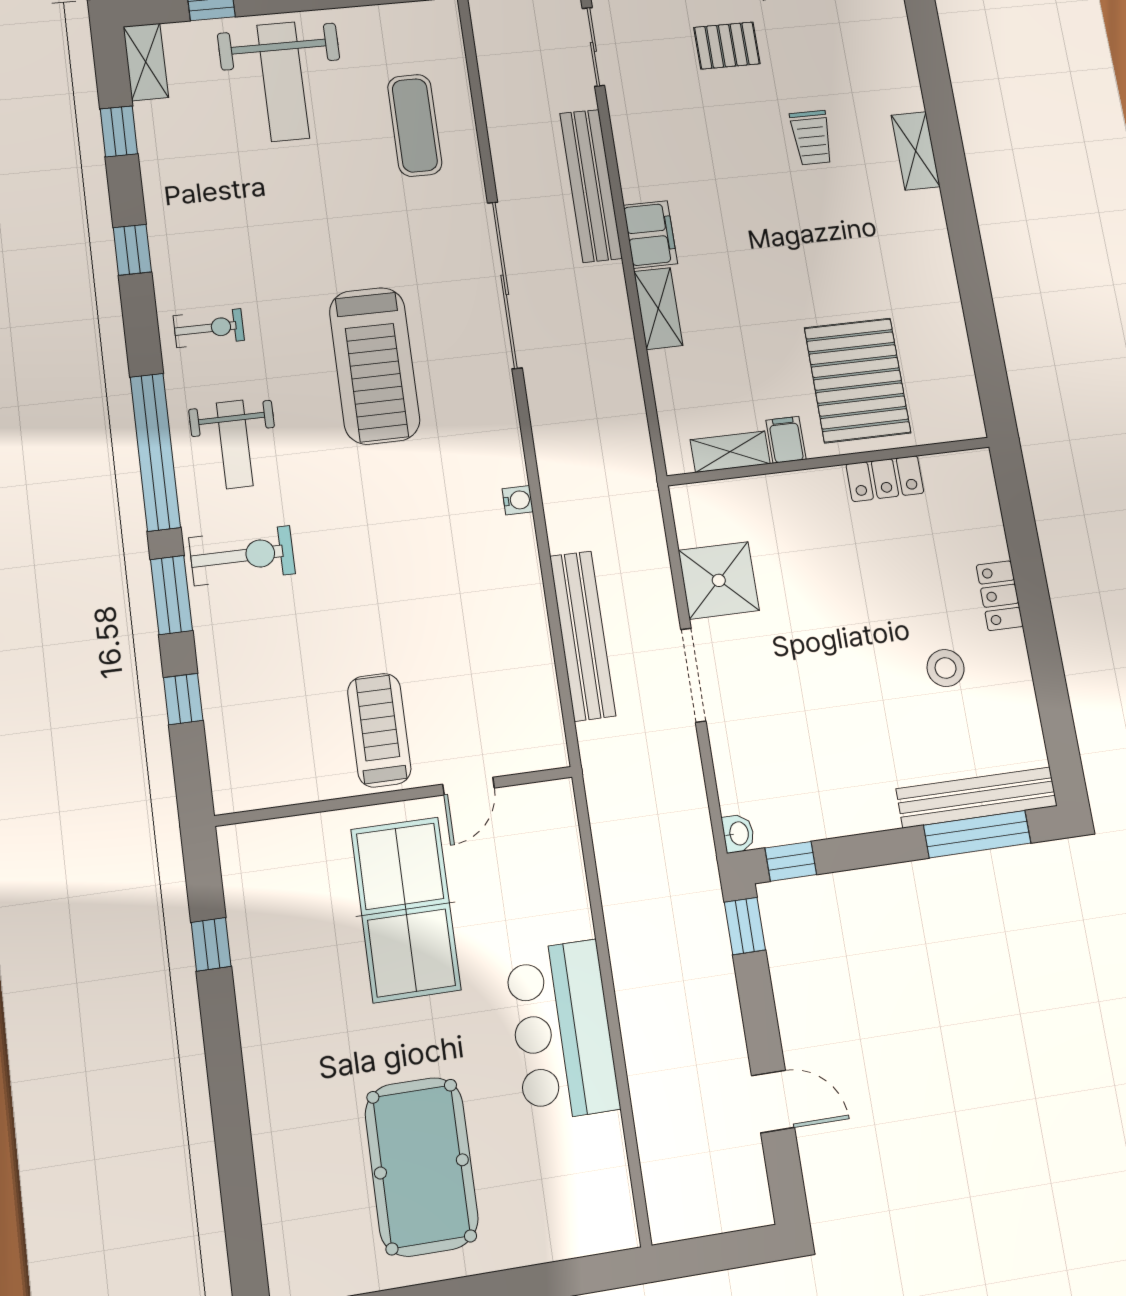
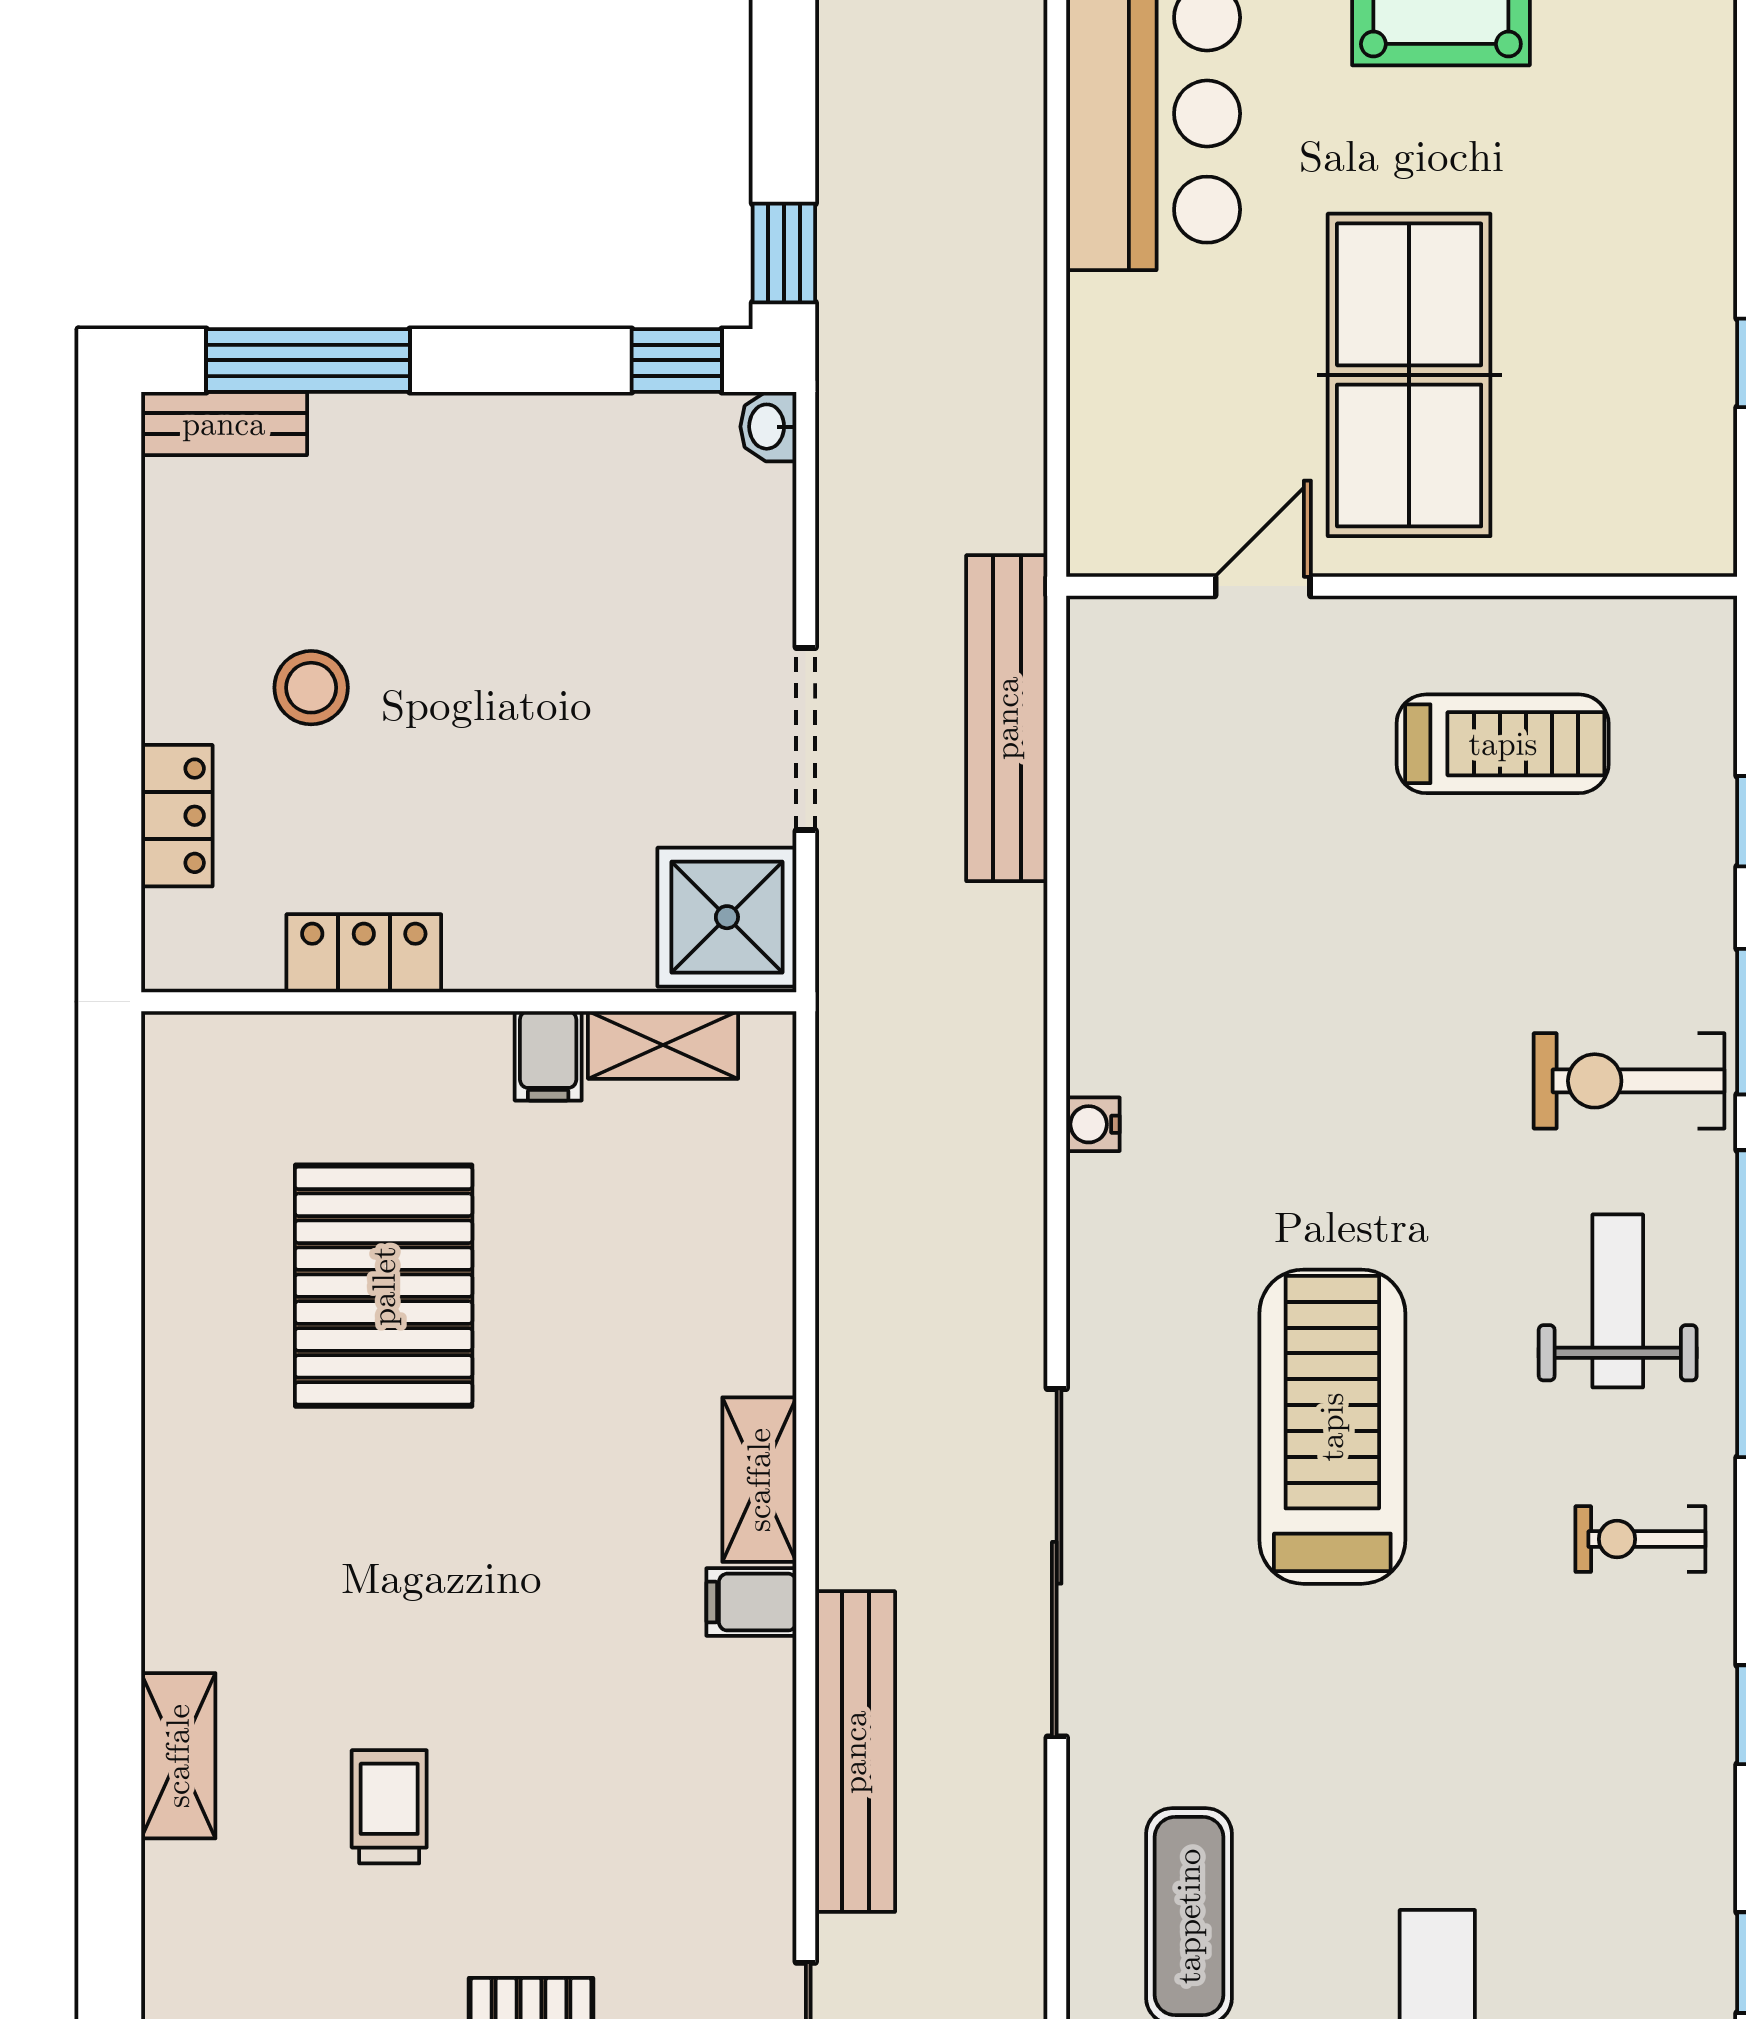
filing cabinet: (650, 234) -> (751, 1602), width x0.50
filing cabinet: (786, 440) -> (548, 1056), moved
shelving: (730, 452) -> (663, 1045), moved
wall: (829, 461) -> (469, 1002), moved
locker: (885, 479) -> (364, 953), moved
bench: (583, 636) -> (1007, 718), moved
treadmill: (379, 730) -> (1503, 744), moved, turned -90
bench: (977, 797) -> (224, 424), width x0.54, depth x0.82

